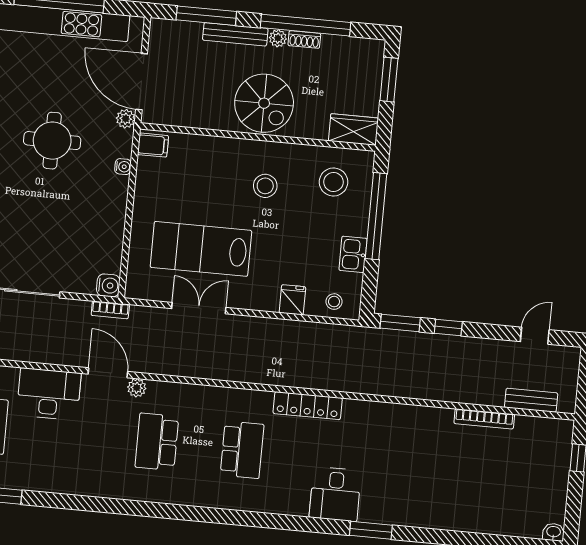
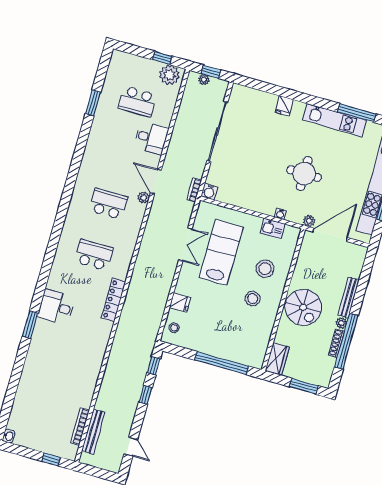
window: (206, 16) -> (363, 282), removed
shoe rack: (304, 39) -> (336, 343), width x1.43
spiral stairs: (264, 103) -> (303, 307), turned -90
filing cabinet: (153, 145) -> (290, 235), removed
stool: (333, 182) -> (265, 269), moved
kitchen sink: (353, 254) -> (272, 228), moved, turned 180
window: (400, 323) -> (154, 366), width x0.67
door: (108, 373) -> (156, 182), swing flipped
desk: (49, 394) -> (151, 138), width x0.73
bench: (531, 400) -> (93, 432), width x1.36
bookcase: (484, 419) -> (80, 426), moved
school desk: (242, 450) -> (94, 255), turned 180

